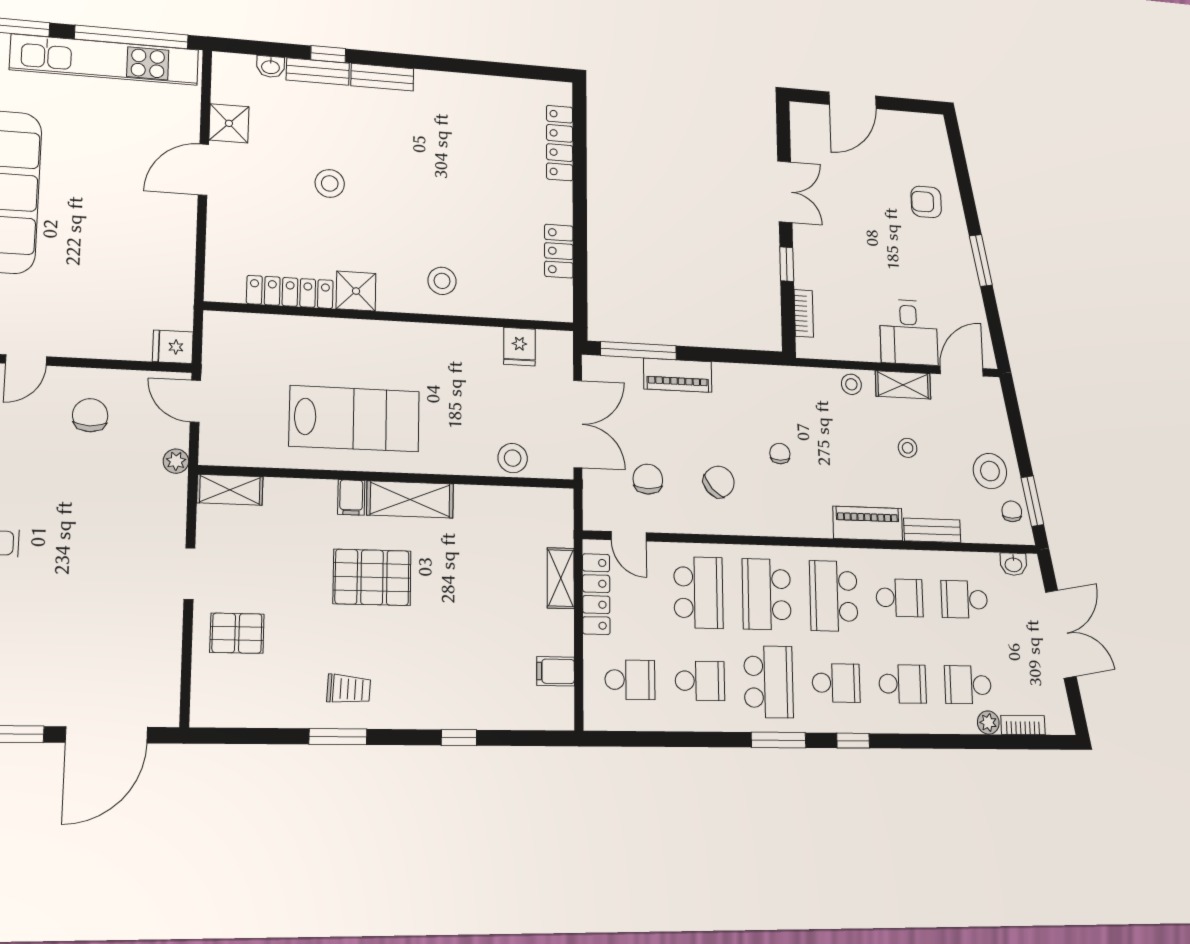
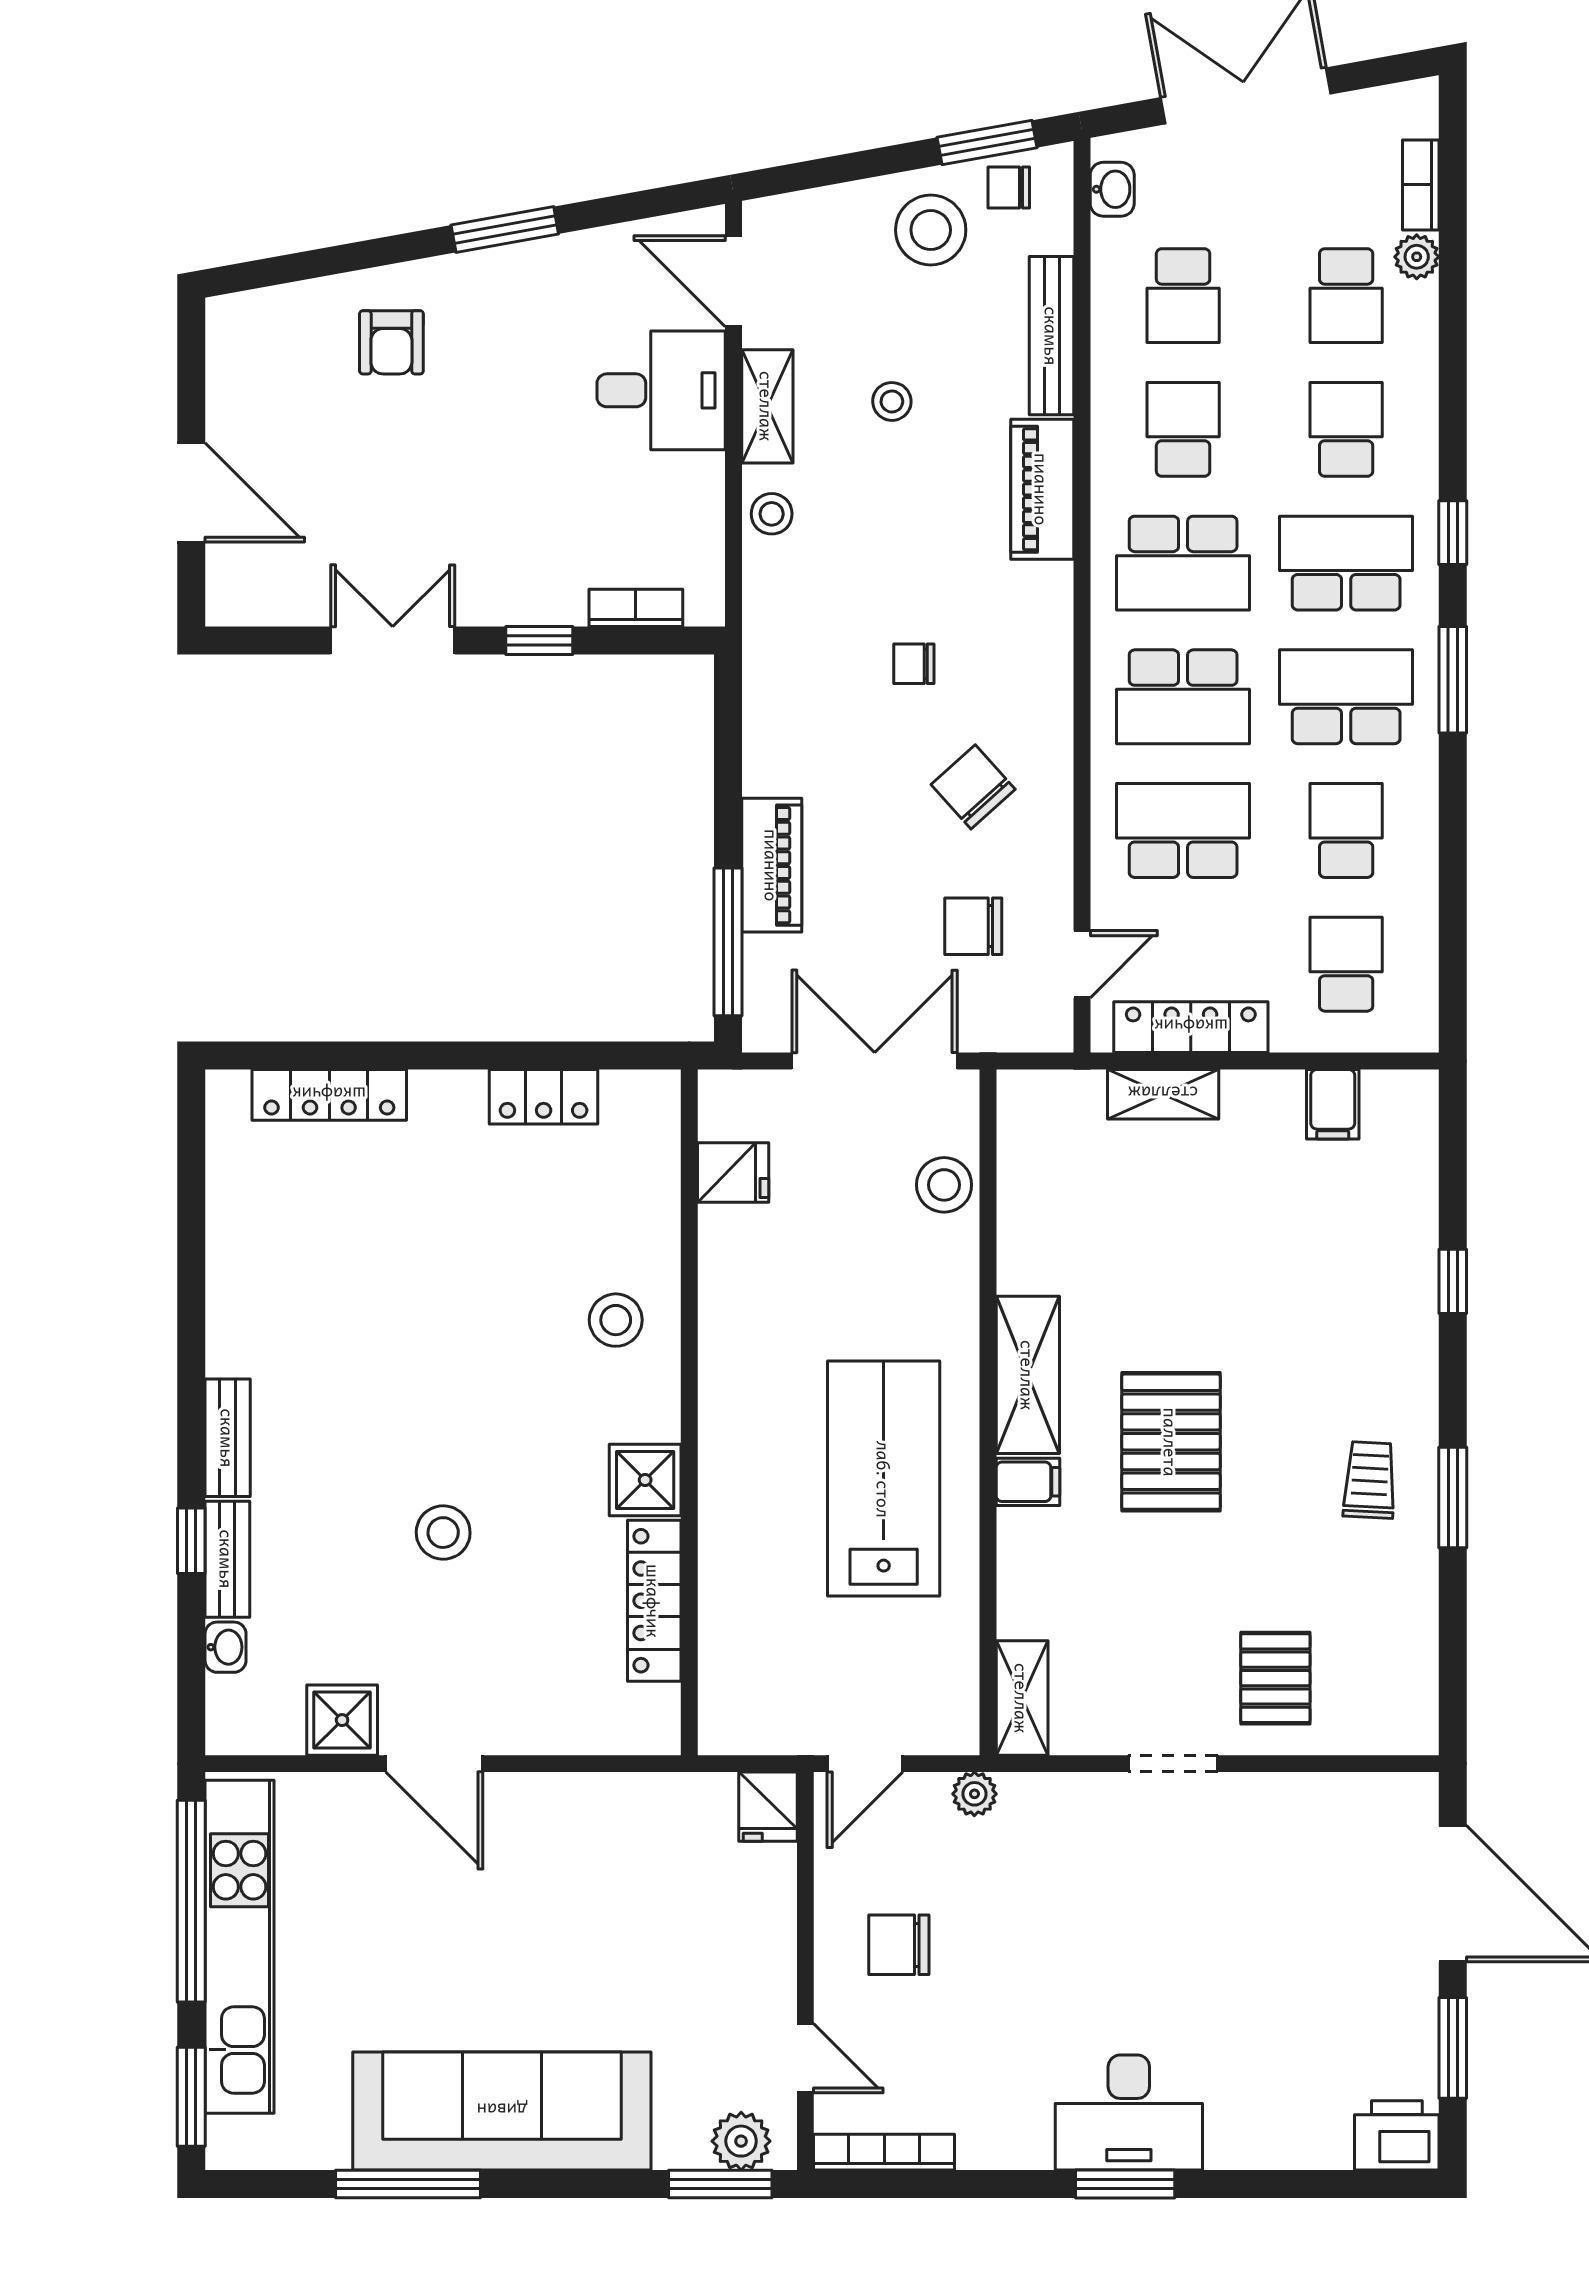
bench: (932, 530) -> (1052, 336), width x1.36
school desk: (836, 683) -> (1346, 563), width x1.85

